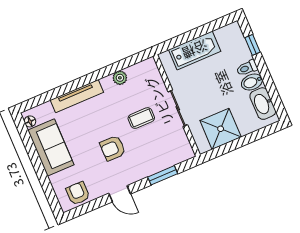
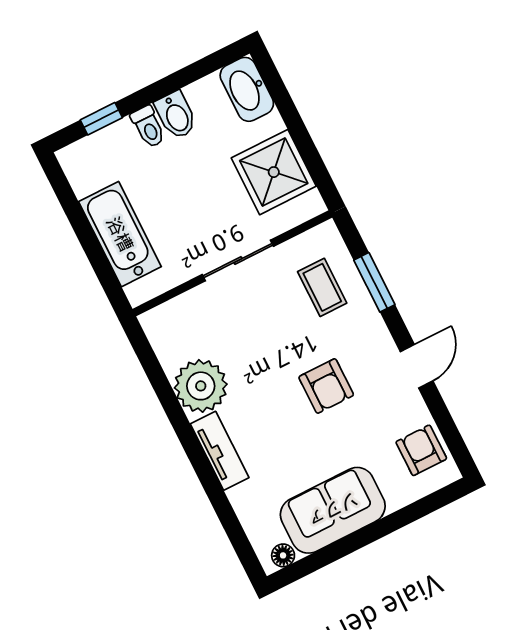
plant: (120, 78) -> (201, 386), width x1.88, depth x1.88
tv unit: (77, 96) -> (220, 451), width x0.71
washbasin: (263, 104) -> (247, 89), moved, turned 90
coffee table: (141, 118) -> (322, 287), moved
armchair: (78, 193) -> (421, 450), turned 90

